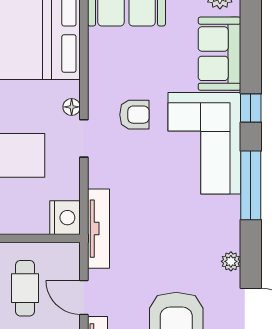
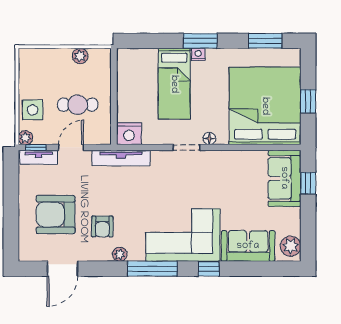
armchair: (134, 115) -> (102, 226), moved
plant: (231, 261) -> (120, 254), moved

